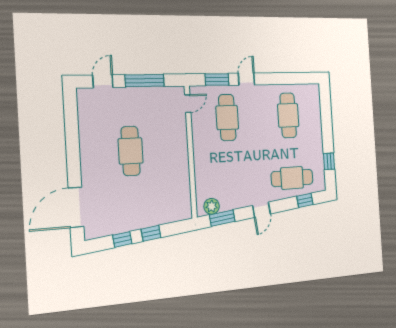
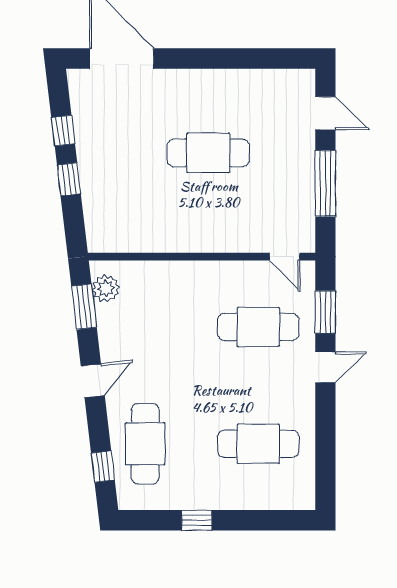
door: (246, 79) -> (325, 367), hinge flipped
window: (329, 161) -> (197, 520), moved
door: (261, 210) -> (93, 381), swing flipped

